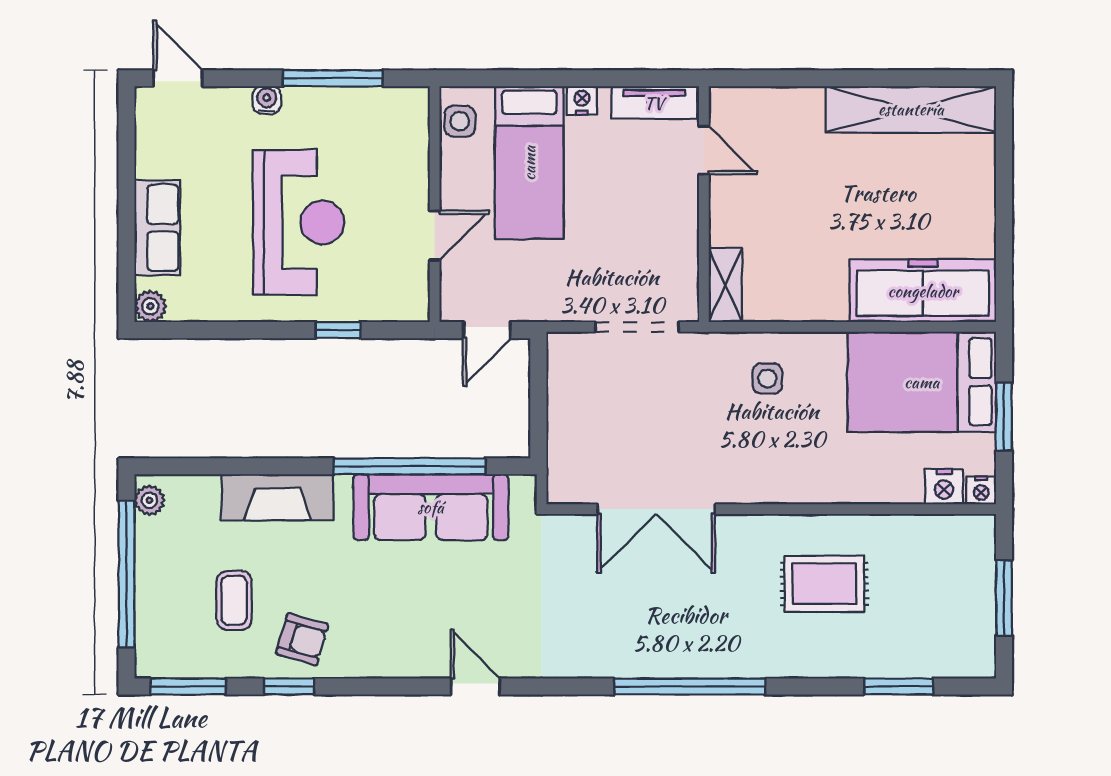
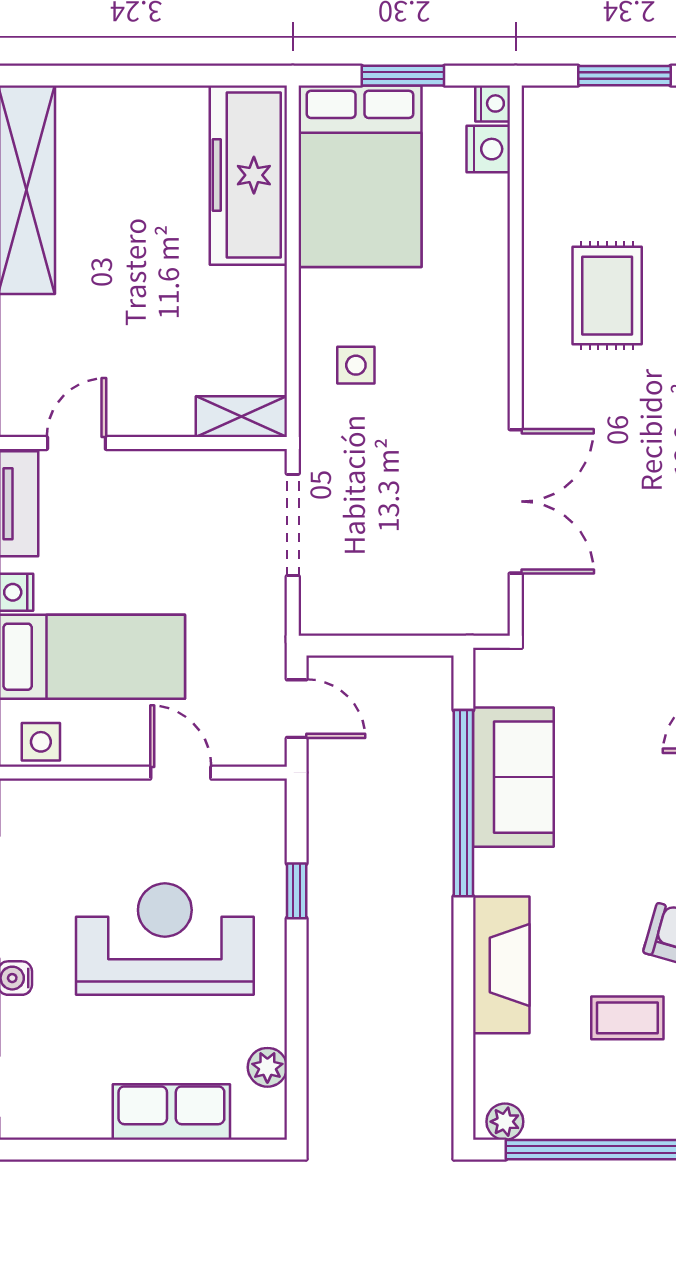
plant: (150, 306) -> (267, 1067), moved
sofa: (431, 507) -> (513, 777), width x0.73

